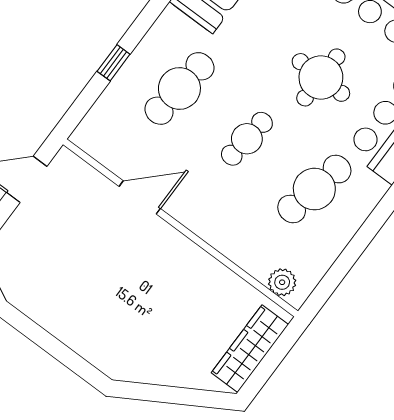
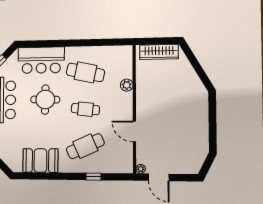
cafe table: (179, 88) -> (85, 146), turned -30
plant: (65, 159) -> (141, 169), added
plant: (282, 282) -> (127, 85), moved

